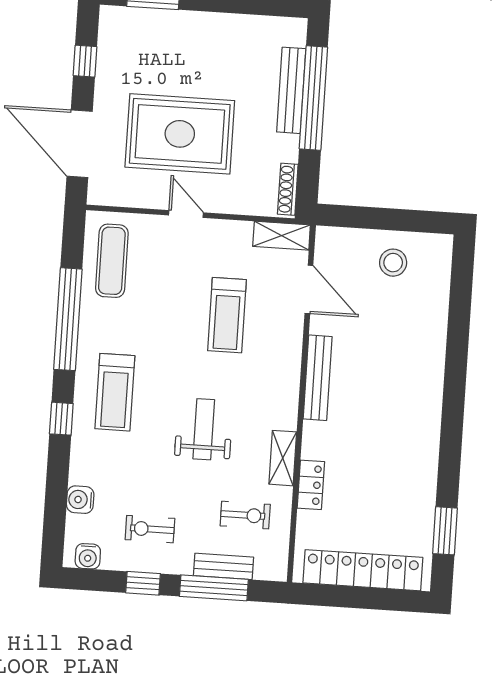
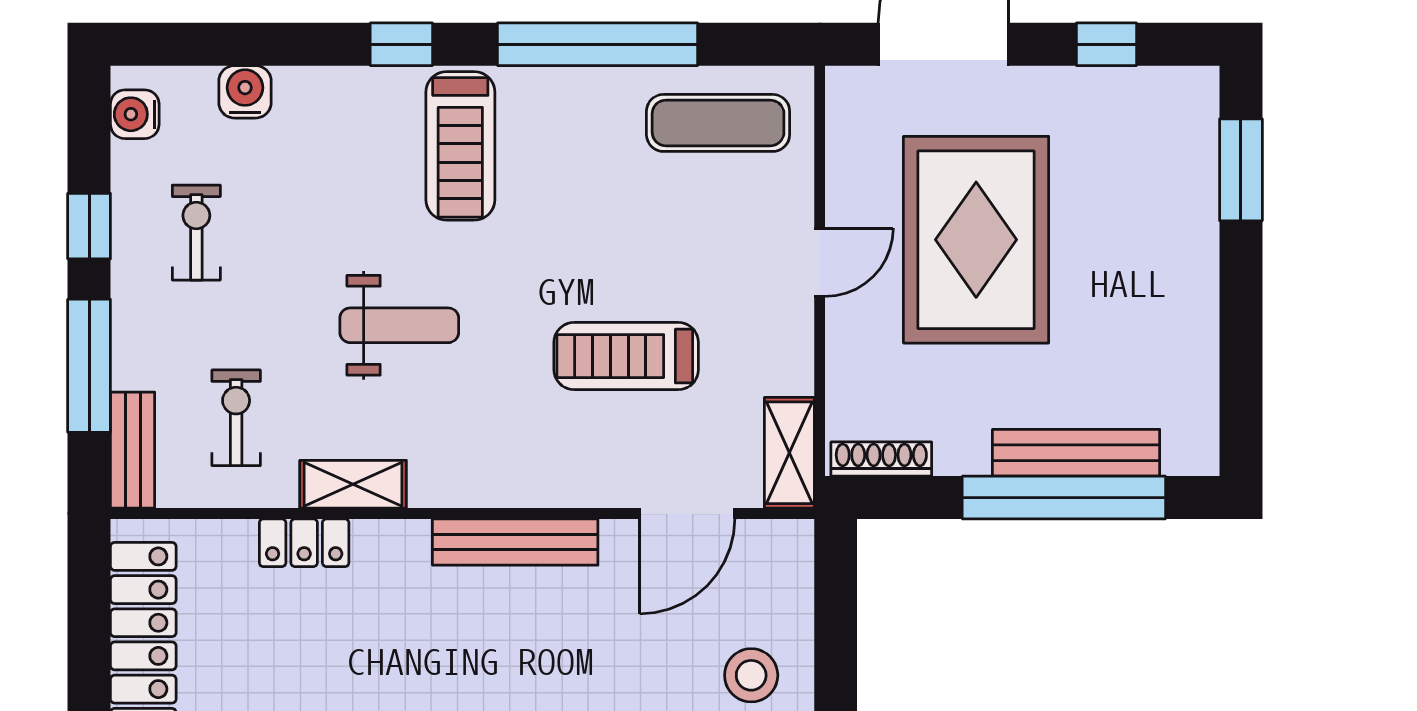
treadmill: (115, 392) -> (460, 146), turned -90
exercise bike: (245, 515) -> (236, 418), turned 180
bench: (224, 566) -> (133, 450), moved

